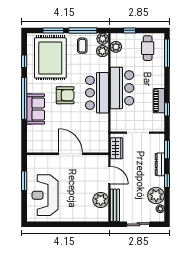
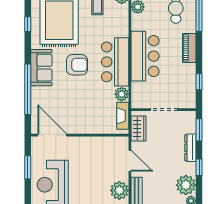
plant: (102, 51) -> (122, 94), moved
window: (24, 98) -> (28, 89), moved
piano: (159, 101) -> (189, 48), moved
sofa: (36, 109) -> (41, 68), moved
fireplace: (103, 138) -> (123, 116), added
door: (71, 154) -> (52, 135), moved

